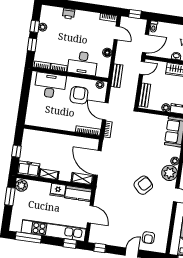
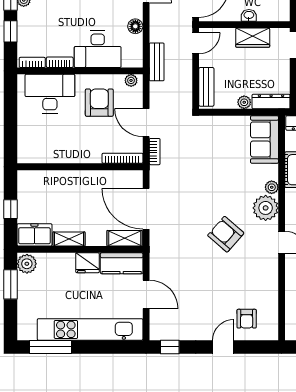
armchair: (143, 185) -> (226, 234), turned -93
window: (70, 243) -> (120, 347), removed

